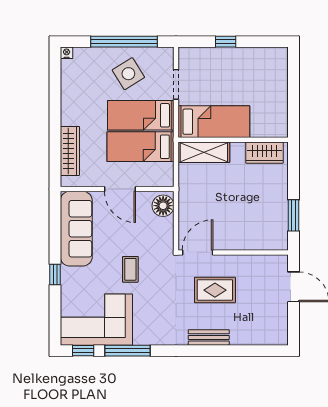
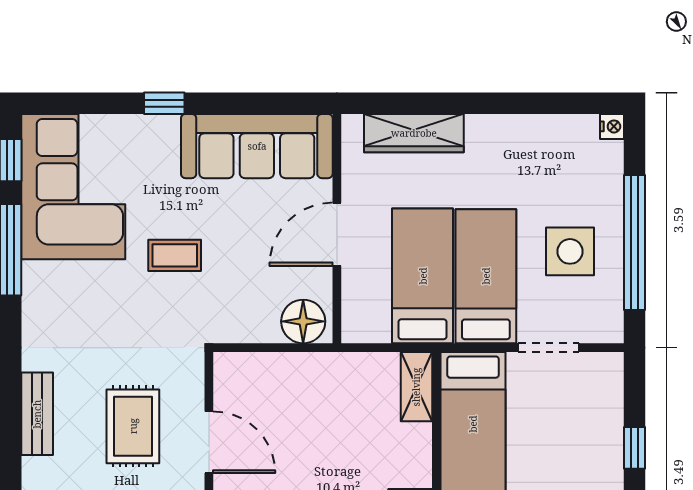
side table: (128, 74) -> (570, 251), turned 32
shelving: (204, 152) -> (416, 387), width x0.67, depth x0.75
door: (198, 252) -> (209, 442), moved

